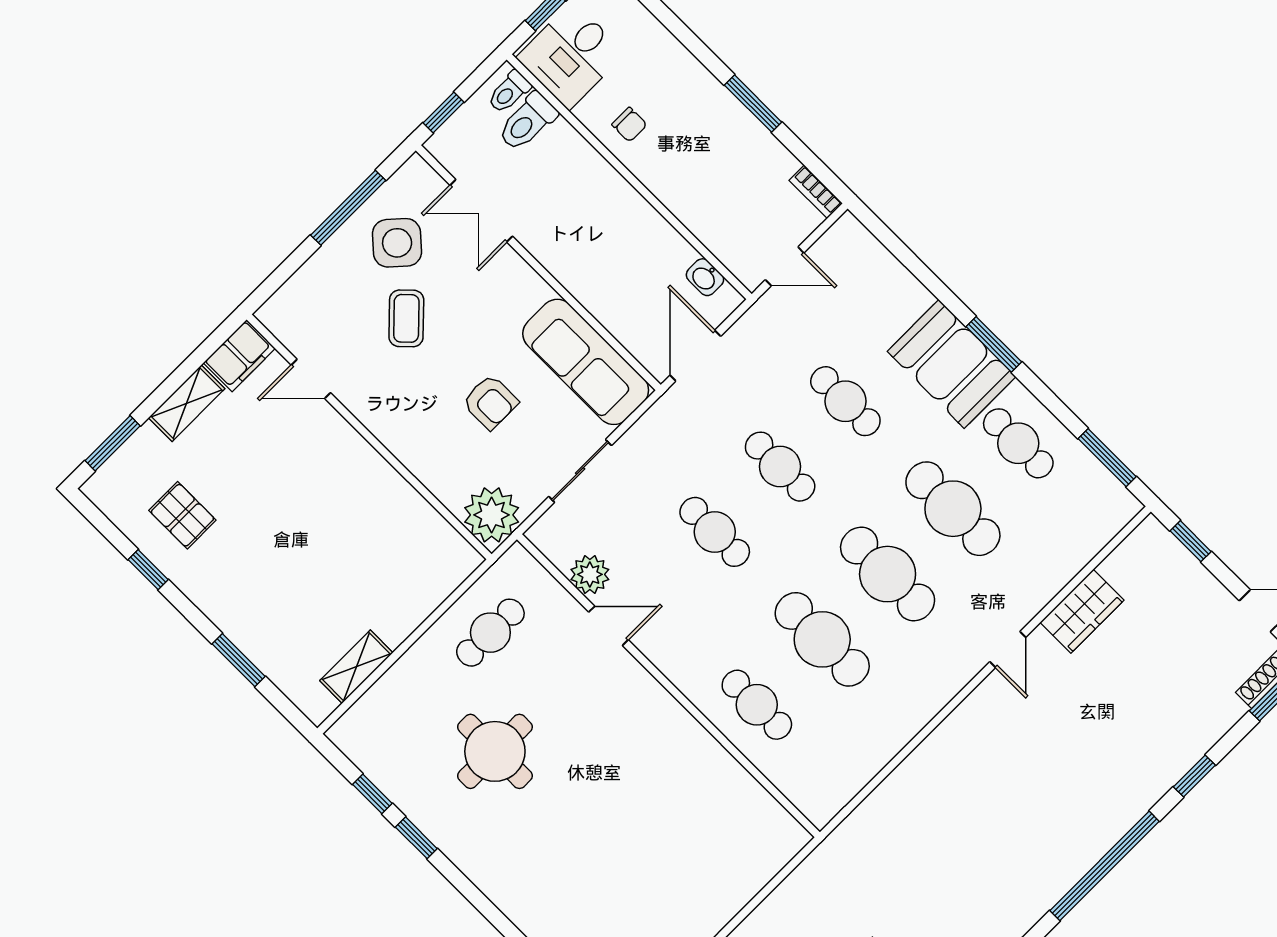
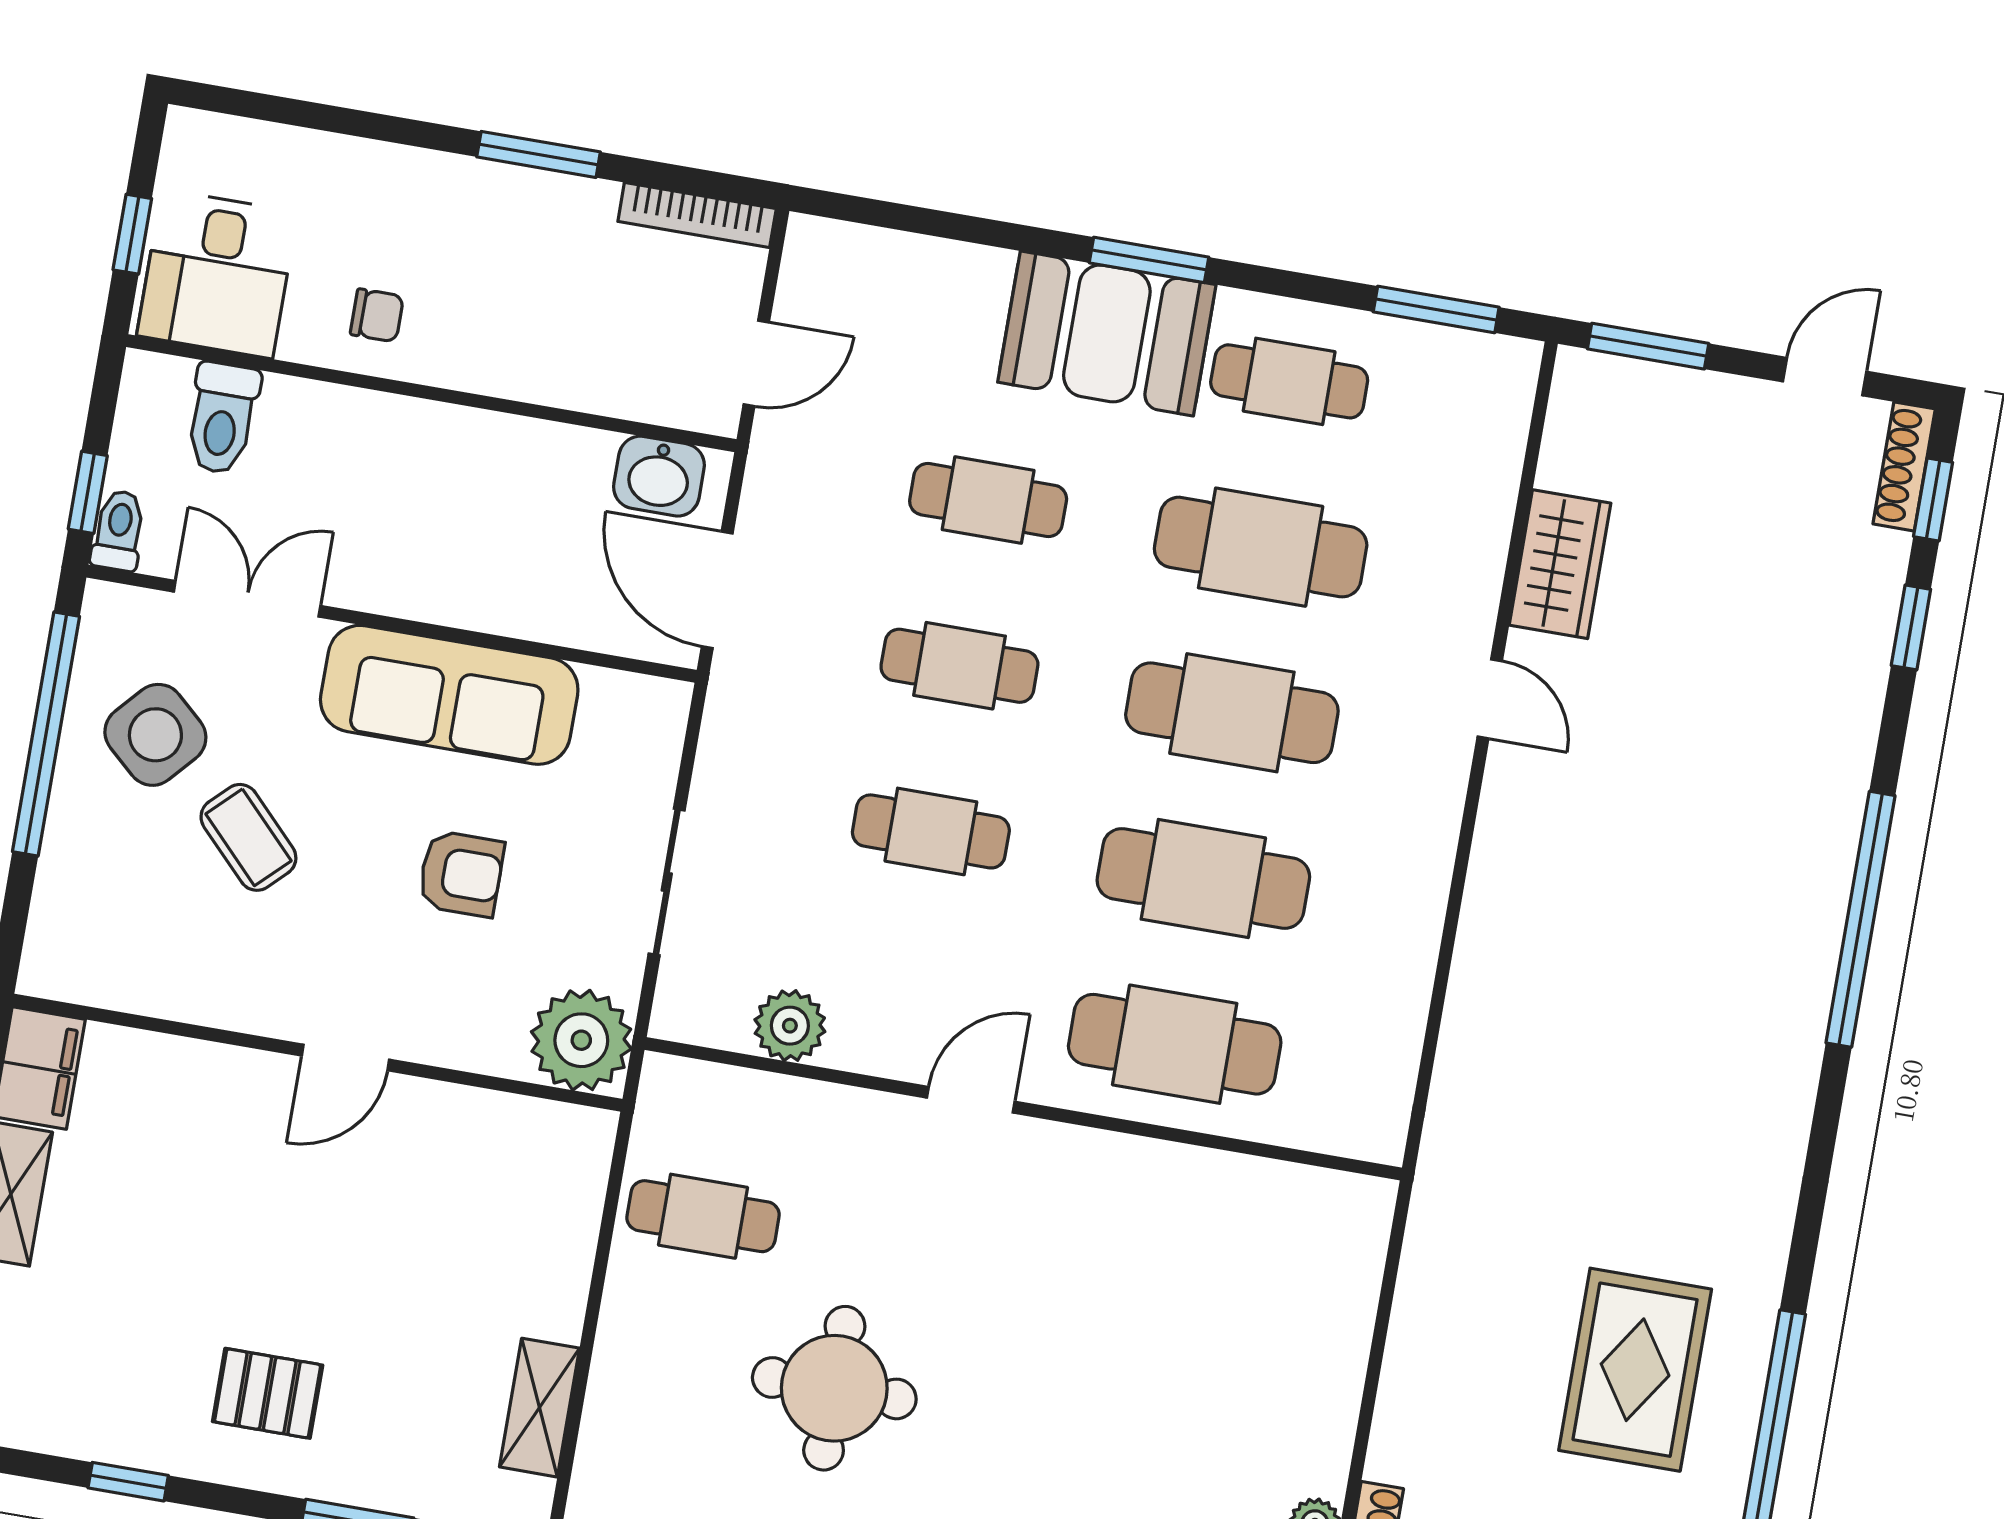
toilet: (509, 92) -> (119, 530), moved, turned 180
bookcase: (816, 192) -> (697, 215), width x1.56
window: (348, 208) -> (46, 734), width x1.46
double door: (481, 211) -> (247, 599), swing flipped
washbasin: (705, 277) -> (659, 476), width x1.38, depth x1.45
sofa: (586, 362) -> (449, 695), moved
door: (311, 379) -> (345, 1058), moved
pallet: (182, 515) -> (268, 1393), moved
window: (1191, 541) -> (1648, 346), width x1.50
door: (609, 626) -> (971, 1100), moved
cafe table: (490, 633) -> (703, 1216), turned 90
cafe table: (757, 705) -> (1175, 1044), width x1.37, depth x1.35
window: (1194, 776) -> (1911, 627), moved

